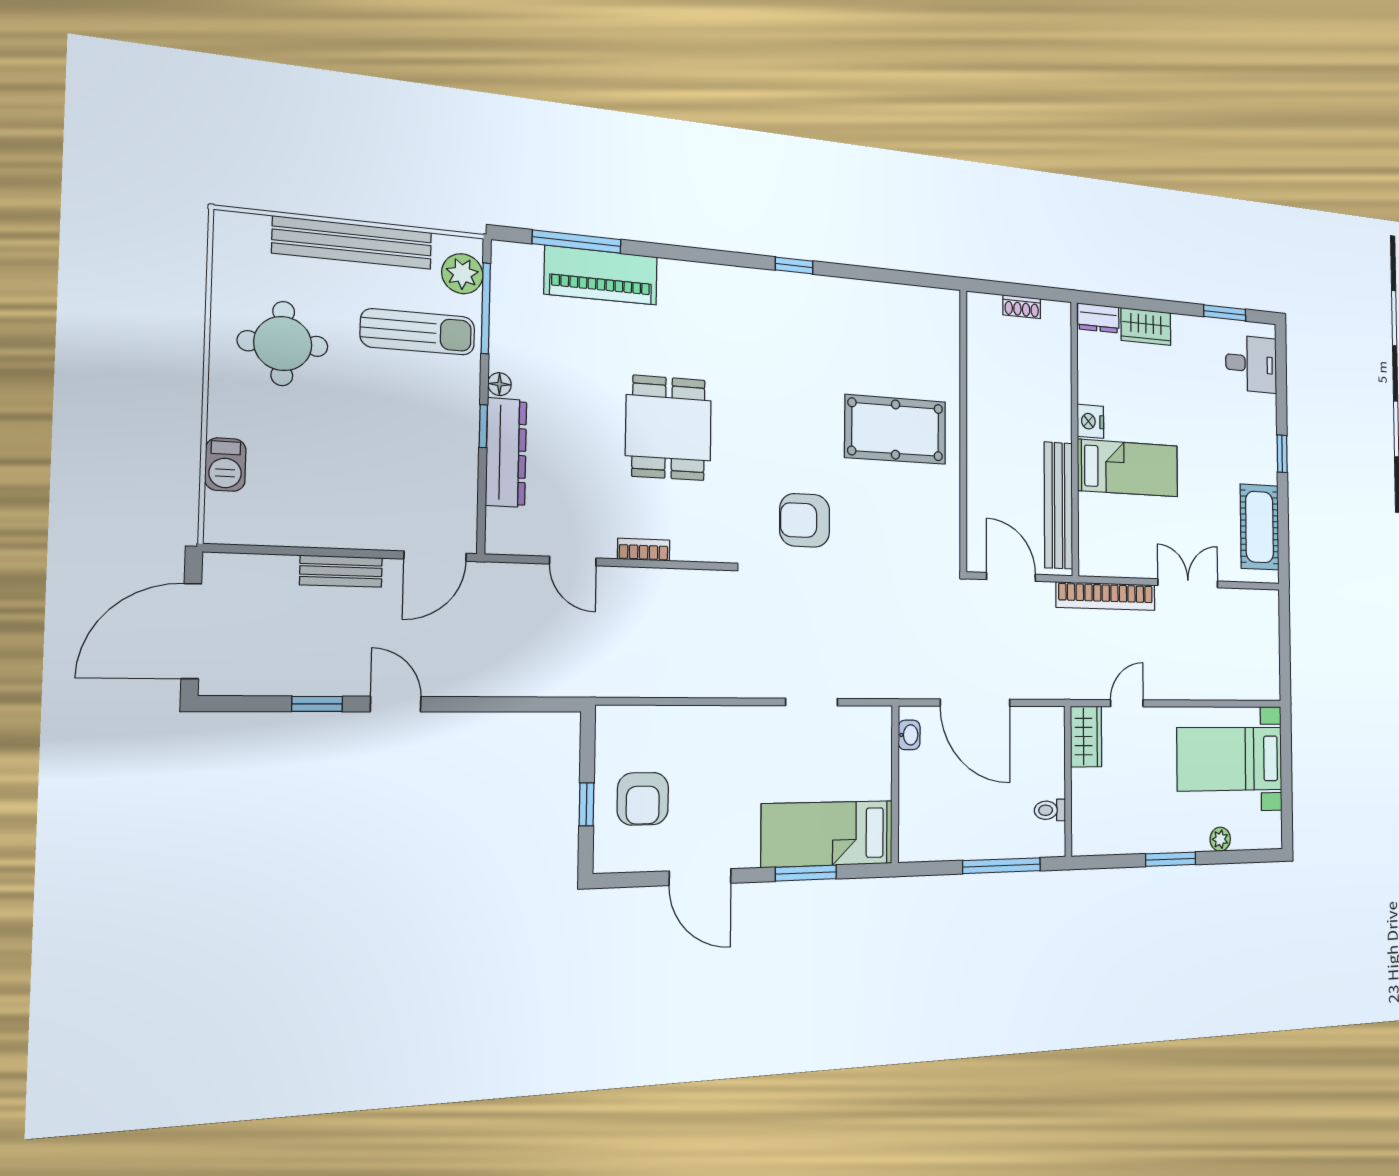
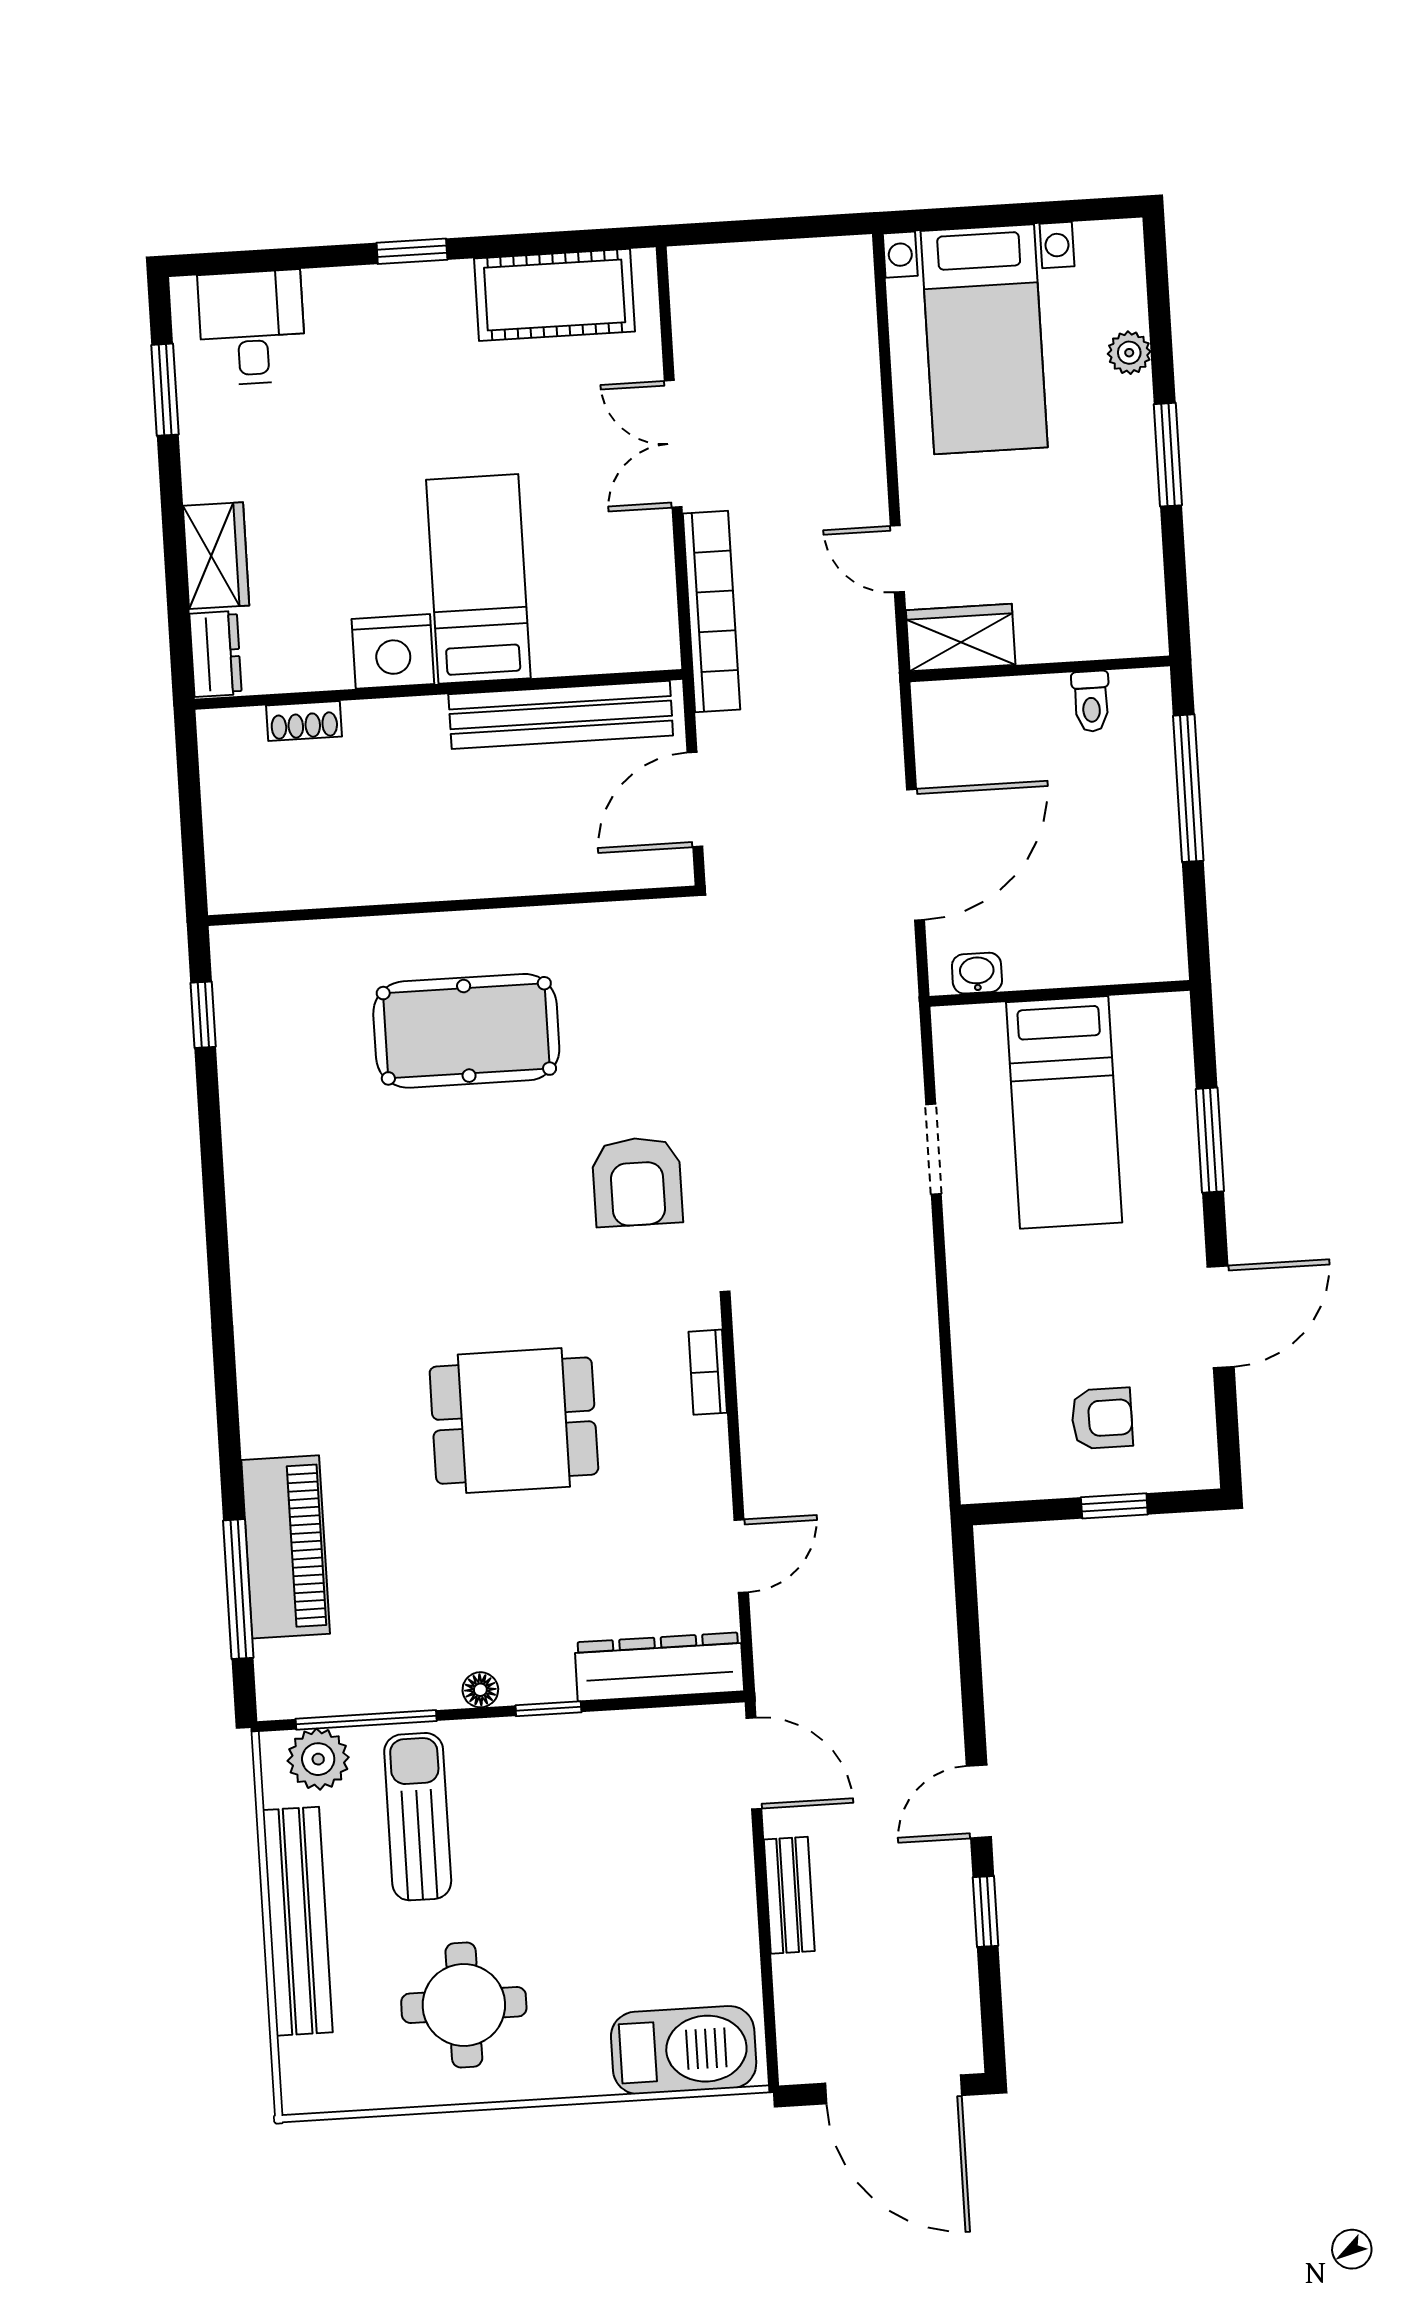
window: (794, 266) -> (203, 1015), moved
shoe rack: (1022, 307) -> (304, 721), moved, turned 90
nightstand: (1090, 421) -> (393, 651), width x1.36, depth x1.33
pool table: (896, 430) -> (466, 1031), turned 90
dresser: (506, 453) -> (659, 1667), moved
barbecue: (225, 465) -> (684, 2050), width x1.88, depth x1.53
bookcase: (644, 550) -> (708, 1372), moved
armchair: (643, 799) -> (1102, 1418), width x0.72, depth x0.72
bed: (827, 834) -> (1064, 1112), moved

